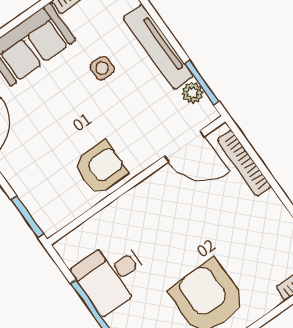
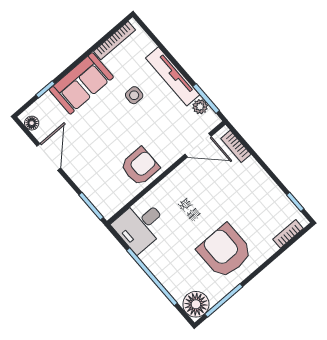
bookcase: (244, 163) -> (236, 146), width x0.64
desk: (111, 276) -> (140, 225), moved

